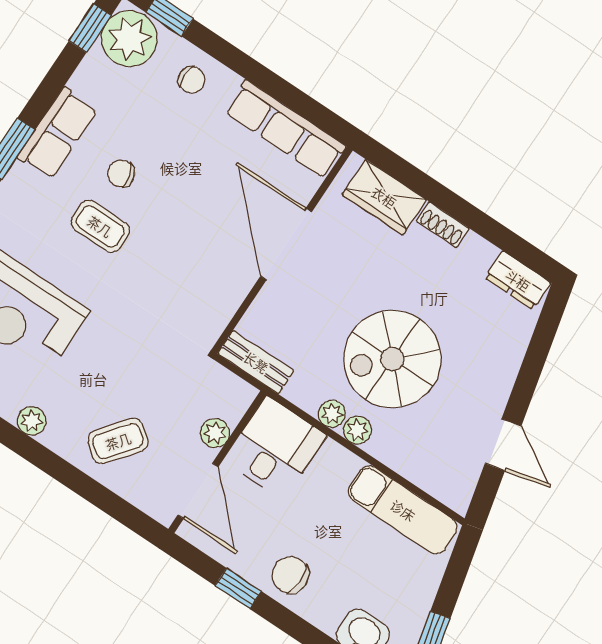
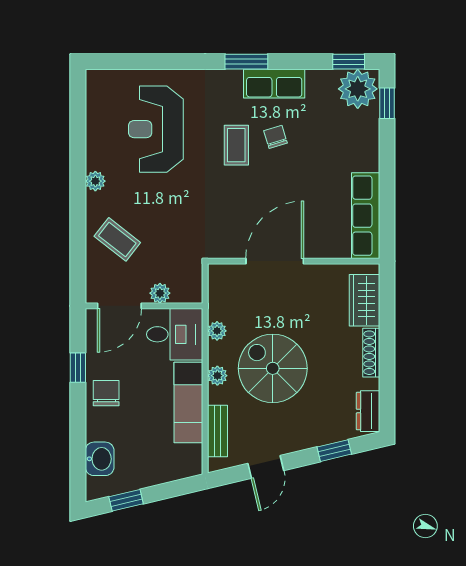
chair: (192, 80) -> (358, 141), removed
shoe rack: (443, 225) -> (371, 353), width x1.43
door: (286, 244) -> (275, 261), moved
window: (538, 351) -> (334, 451), added
bench: (256, 362) -> (217, 431), moved
plant: (332, 414) -> (217, 331), moved
exam couch: (403, 510) -> (188, 403), moved

